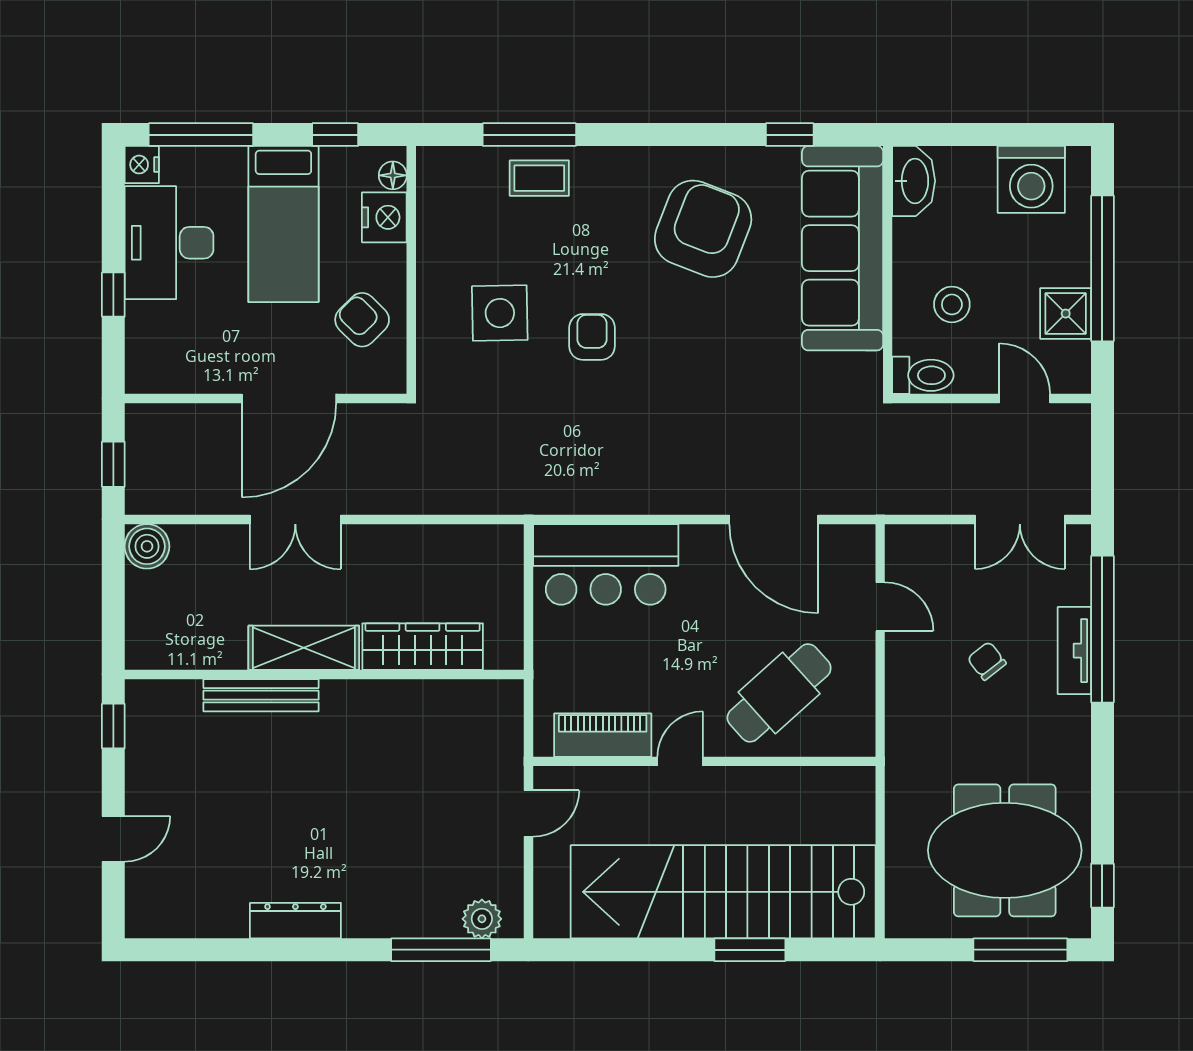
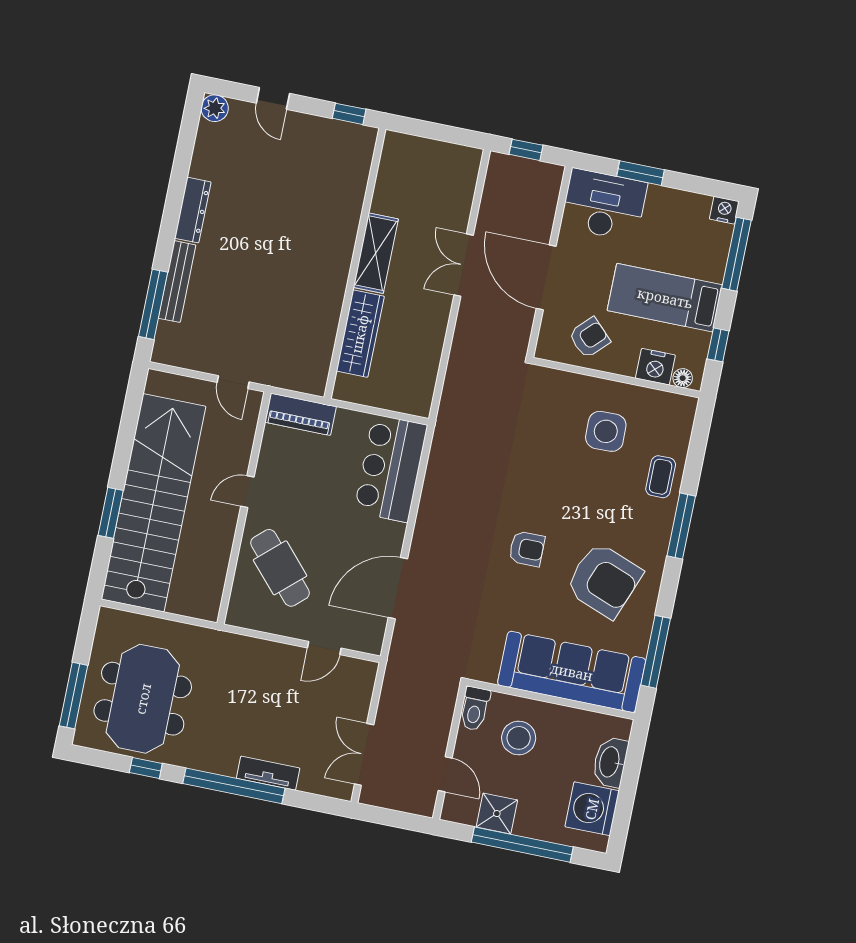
window: (529, 135) -> (681, 526), moved
window: (790, 135) -> (656, 652), width x2.17
washbasin: (914, 181) -> (610, 762), moved, turned 90
desk: (169, 243) -> (604, 205), moved
window: (113, 295) -> (641, 173), width x1.50
stool: (952, 304) -> (519, 738), width x1.38, depth x1.38
side table: (500, 313) -> (606, 431), moved
armchair: (592, 337) -> (527, 549), moved
door: (1025, 398) -> (445, 774), hinge flipped
boiler: (147, 546) -> (466, 161), removed
window: (1102, 629) -> (234, 786), moved
chair: (987, 661) -> (273, 713), removed
bench: (261, 695) -> (177, 282), moved
piano: (603, 735) -> (300, 414), moved, turned 90
door: (680, 761) -> (247, 492), swing flipped
window: (1102, 886) -> (146, 768), moved
plant: (482, 919) -> (215, 108), moved

